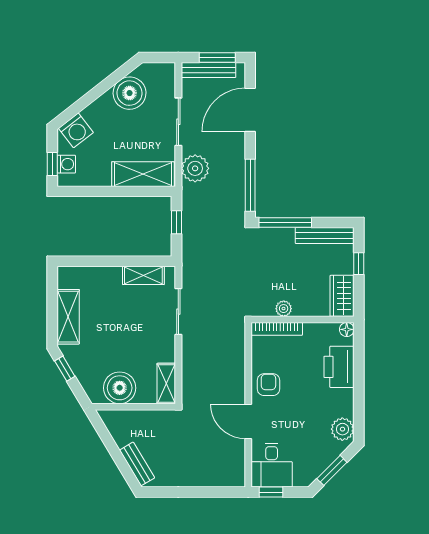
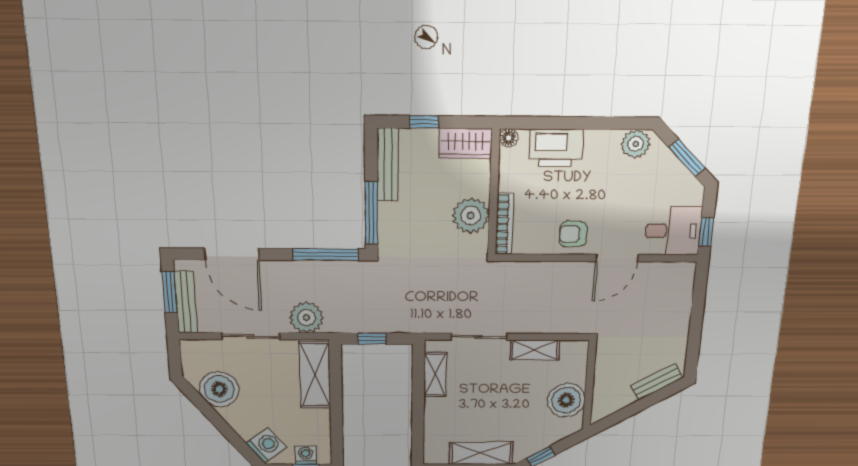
plant: (284, 309) -> (471, 216), width x1.88, depth x1.88
shelving: (166, 383) -> (535, 350), moved

